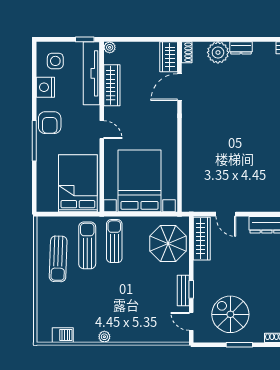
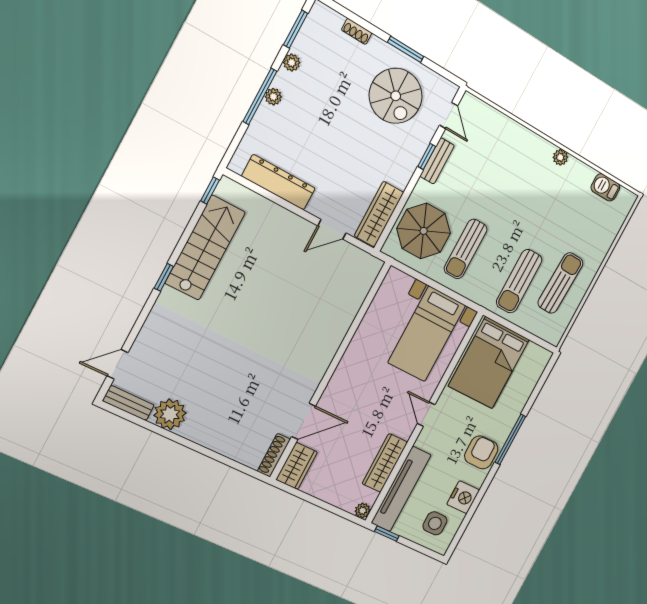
dresser: (241, 48) -> (198, 434), removed
shoe rack: (187, 52) -> (274, 455), width x1.43
plant: (218, 52) -> (170, 414), moved
bed with nightstands: (140, 181) -> (427, 334), width x0.73
door: (226, 214) -> (332, 229), swing flipped
sun lounger: (114, 241) -> (466, 249), moved

